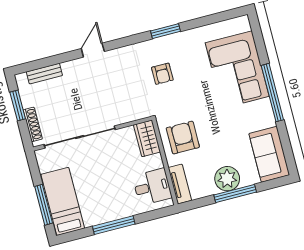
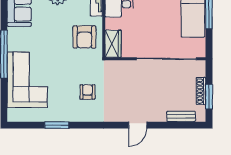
window: (165, 31) -> (57, 125), moved
shoe rack: (33, 124) -> (201, 91), moved

